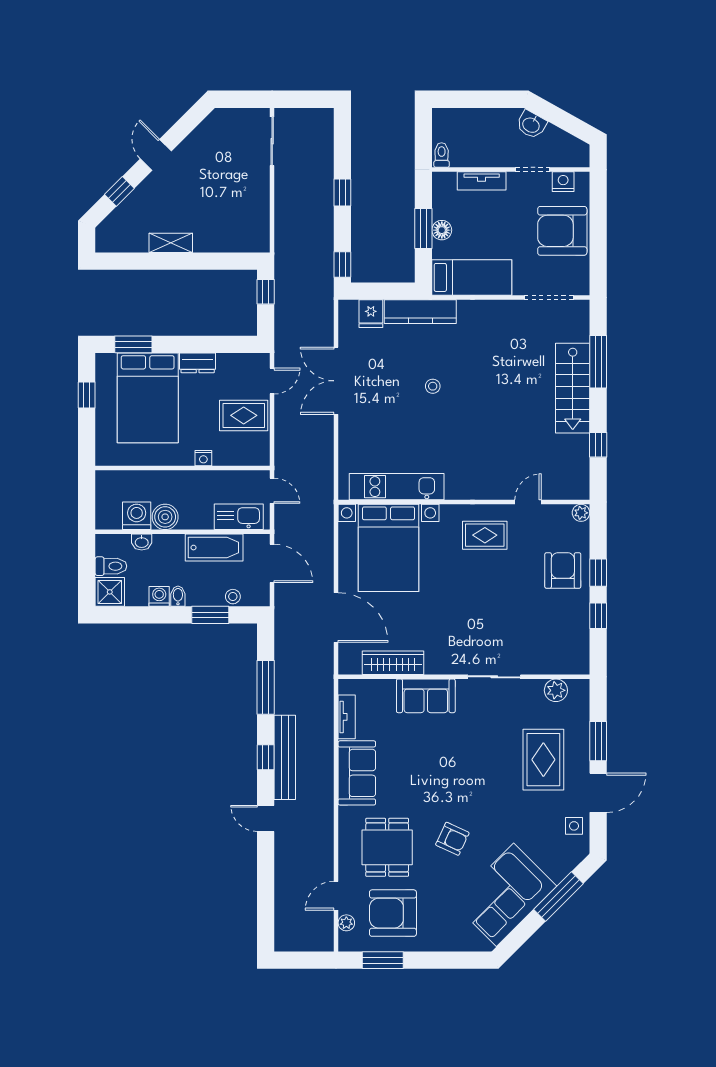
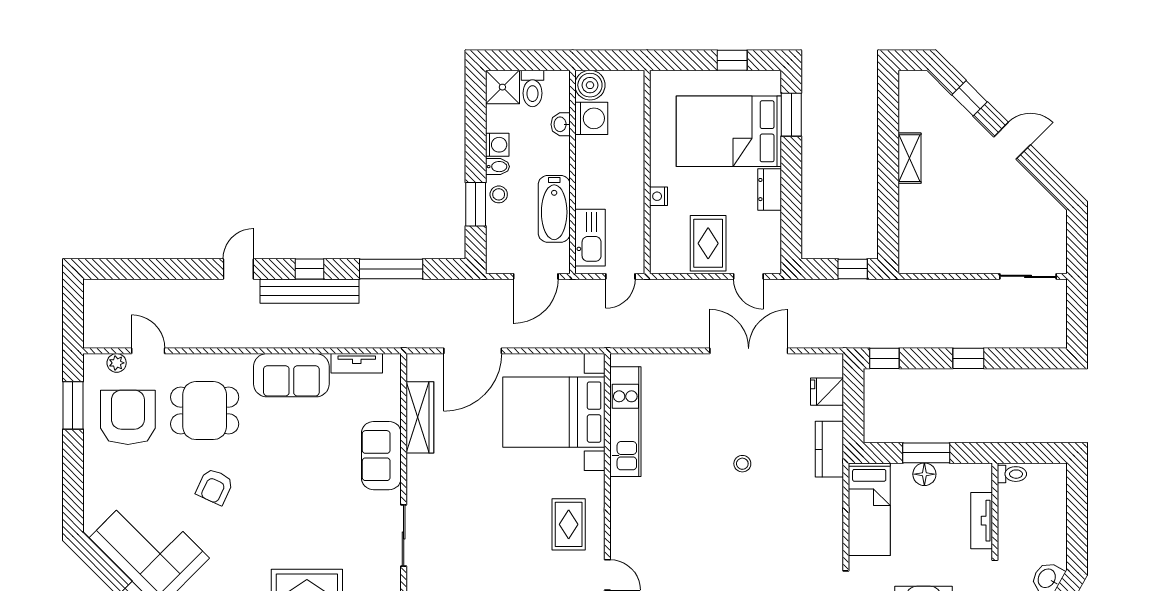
kitchen counter: (420, 312) -> (829, 449), width x0.67
boiler: (165, 517) -> (590, 85), moved
stool: (233, 597) -> (499, 194), moved

